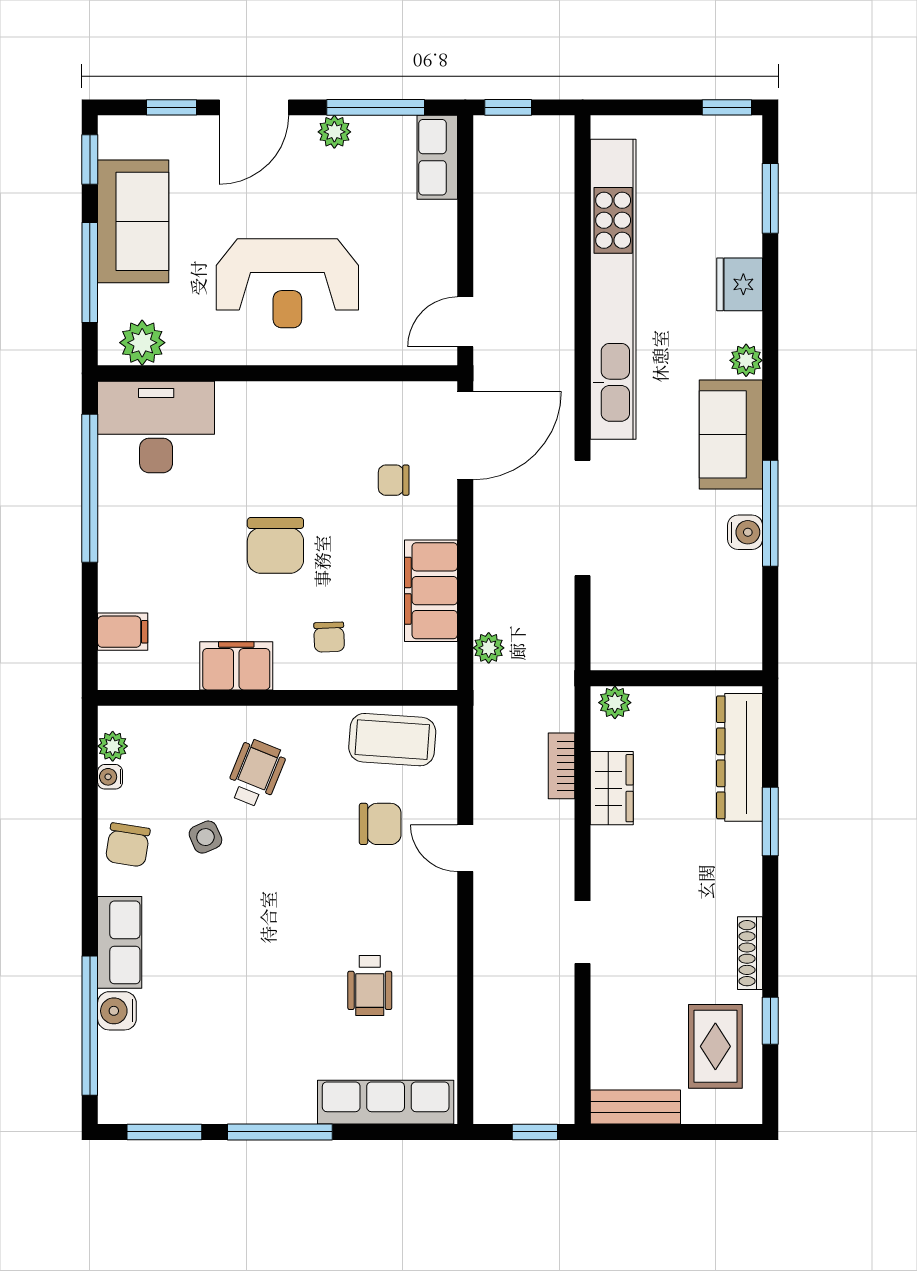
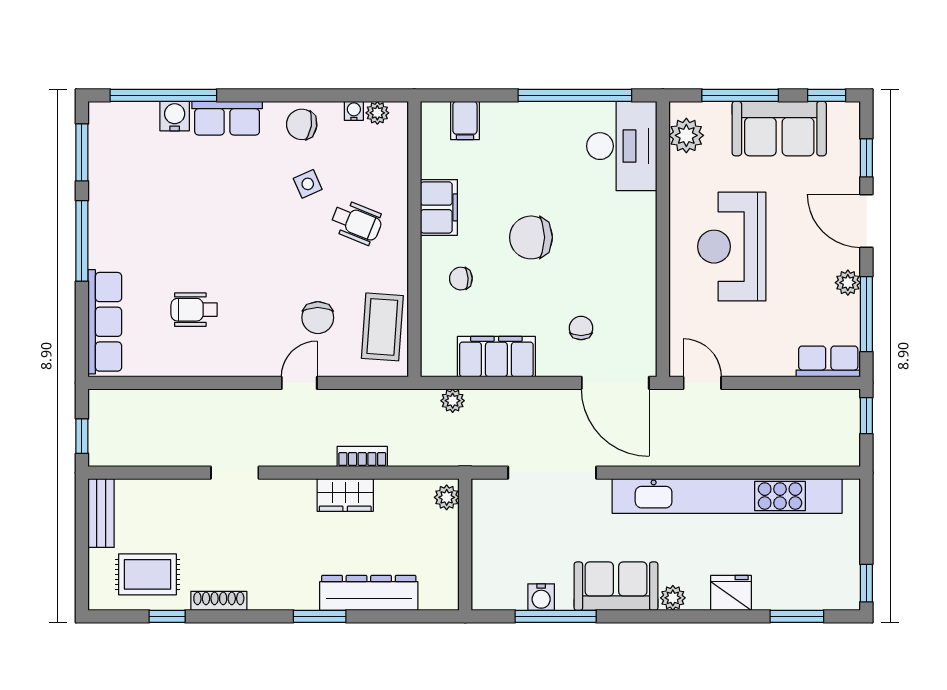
wall: (676, 678) -> (465, 544), moved
plant: (615, 703) -> (447, 497), moved

